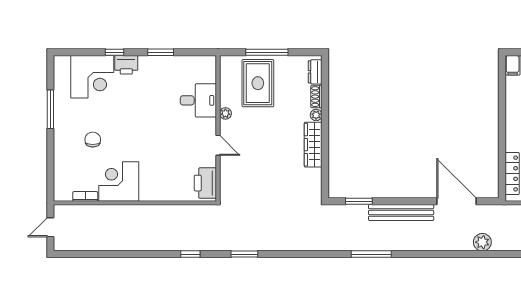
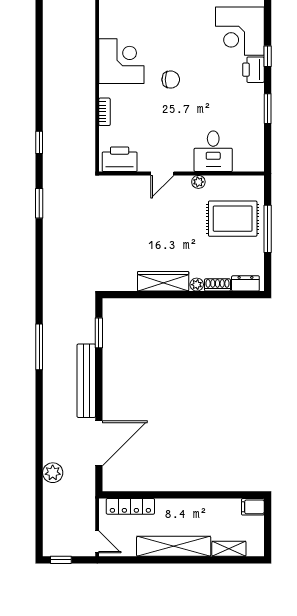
chair: (93, 140) -> (171, 80), moved
bookcase: (85, 196) -> (104, 112), moved

